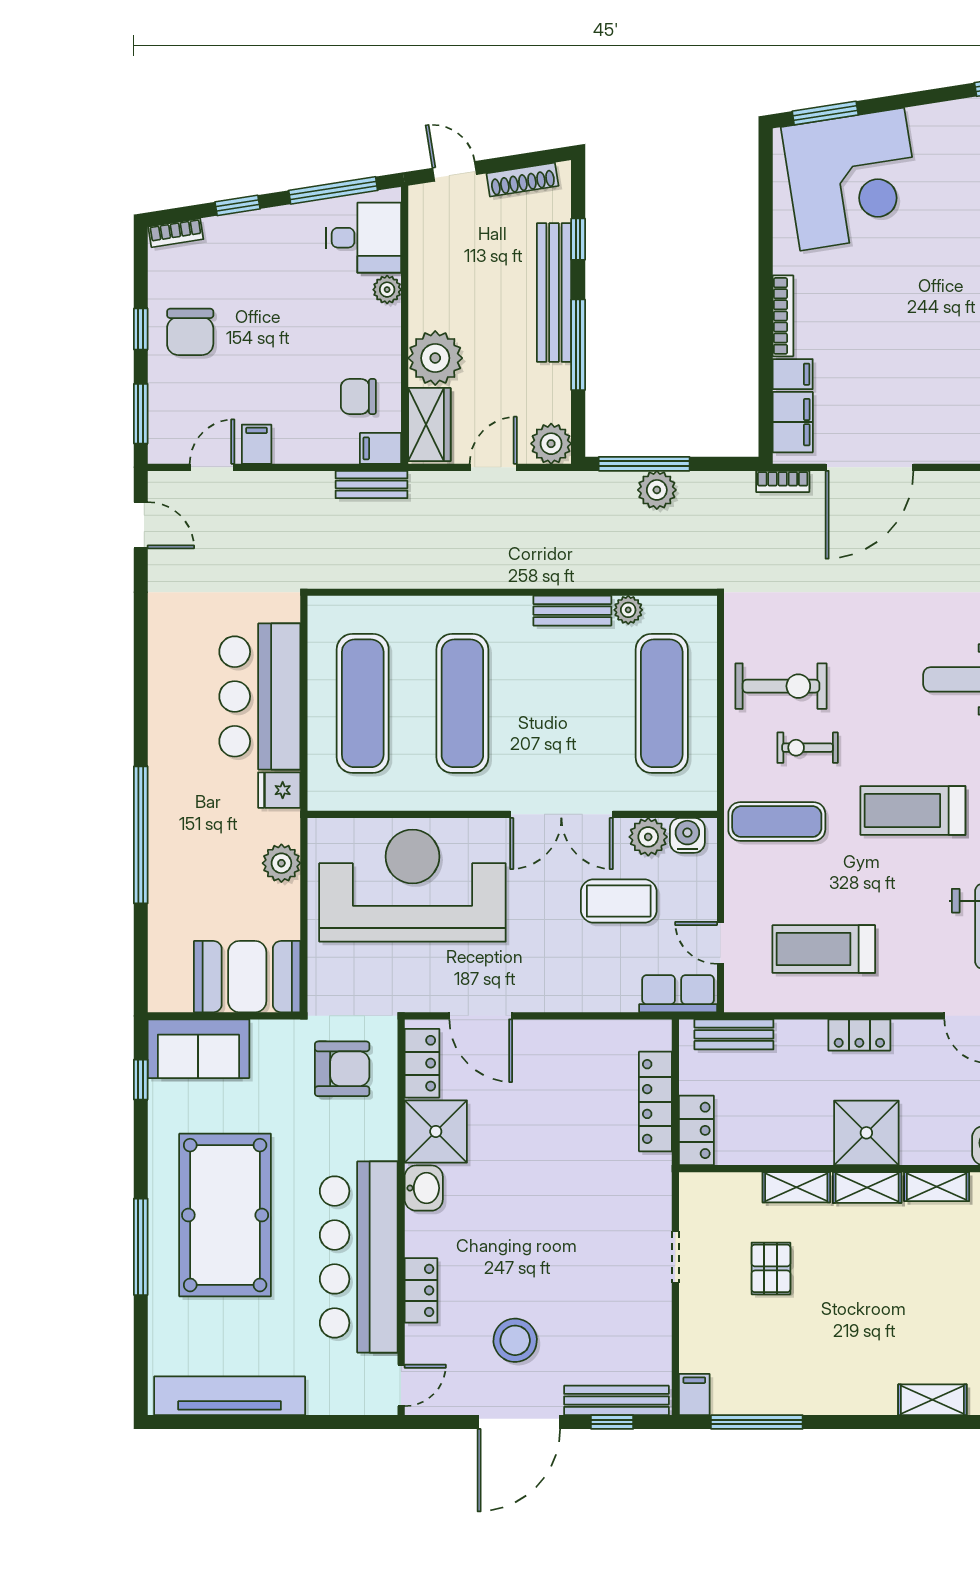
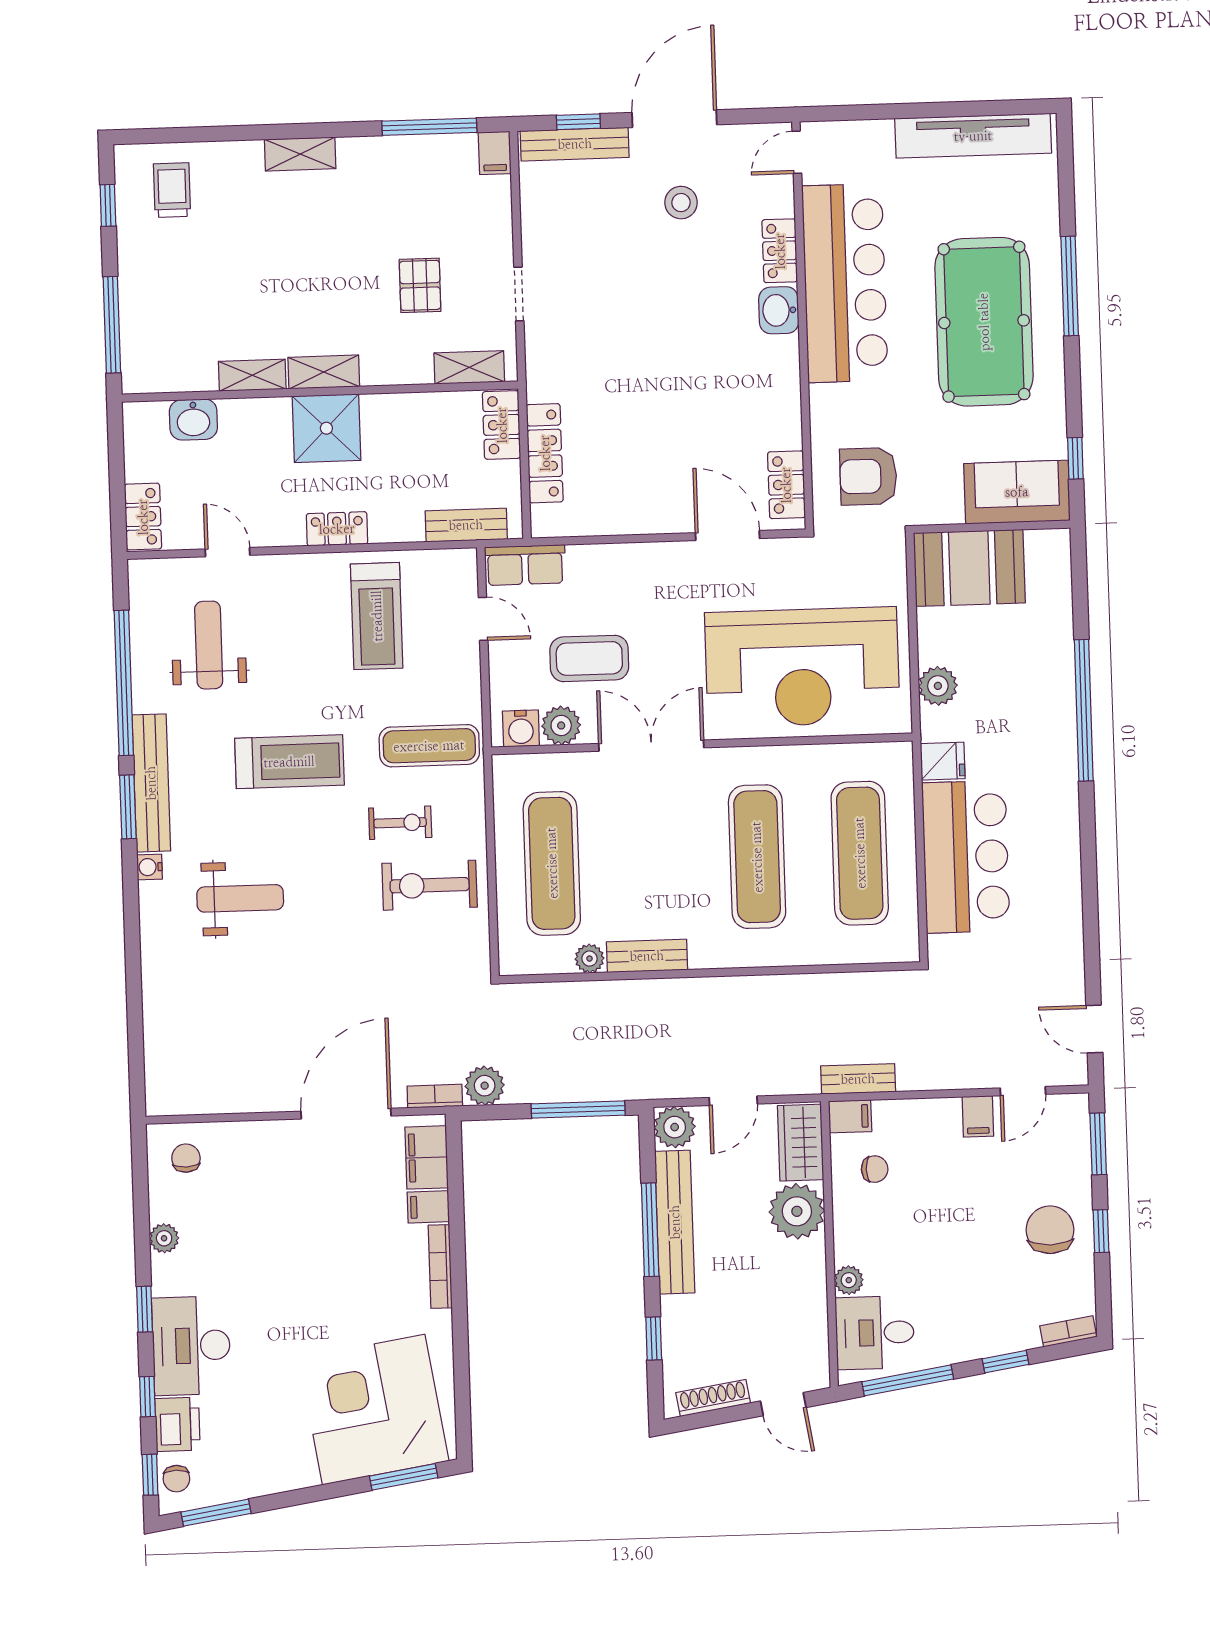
bench: (554, 292) -> (675, 1222), moved
chair: (358, 396) -> (875, 1169), width x0.73, depth x0.73
plant: (657, 490) -> (485, 1086), moved
treadmill: (824, 949) -> (377, 616), turned 90
shower: (436, 1131) -> (770, 415), removed
shelving: (796, 1187) -> (469, 367), moved
washbasin: (424, 1188) -> (779, 310), moved
stool: (515, 1340) -> (681, 203), width x0.73, depth x0.73
shelving: (932, 1400) -> (300, 154), moved

